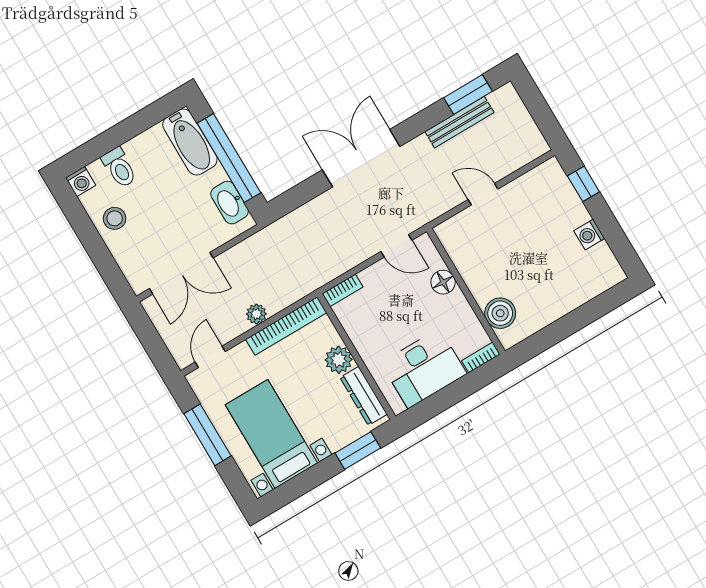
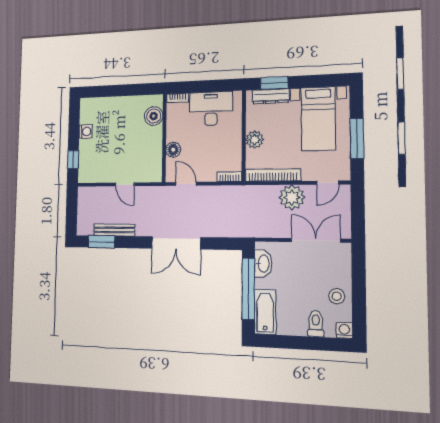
plant: (256, 314) -> (292, 197), width x1.88, depth x1.88
dresser: (364, 396) -> (271, 96), moved, turned 90

